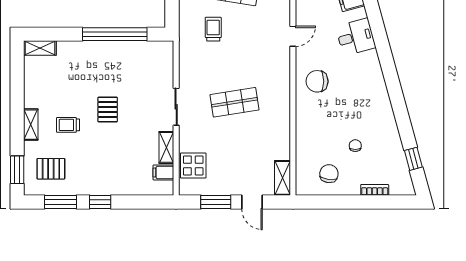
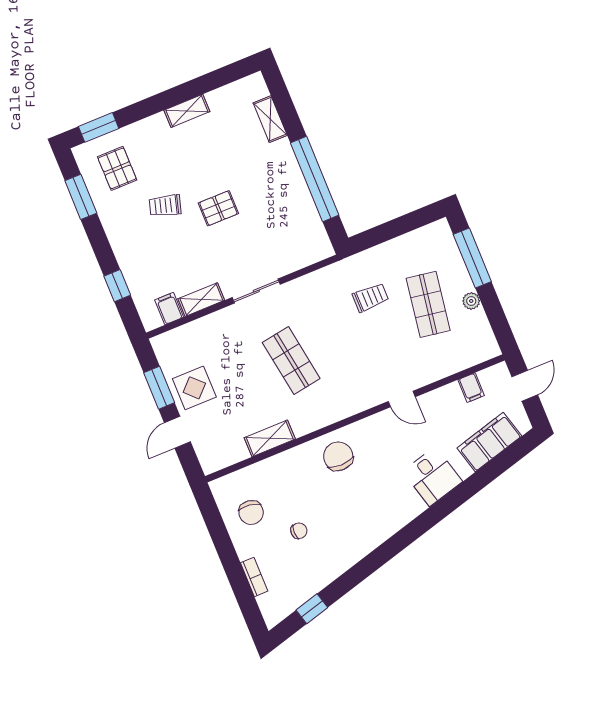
shelving: (40, 48) -> (270, 119), moved
chair: (317, 81) -> (338, 456), moved
shelving: (31, 125) -> (187, 111), moved
trolley: (68, 125) -> (165, 206), moved, turned -74
display table: (193, 166) -> (194, 388), moved
chair: (329, 174) -> (251, 513), turned 89
shelving: (283, 178) -> (270, 438), moved
window: (100, 202) -> (117, 286), moved

